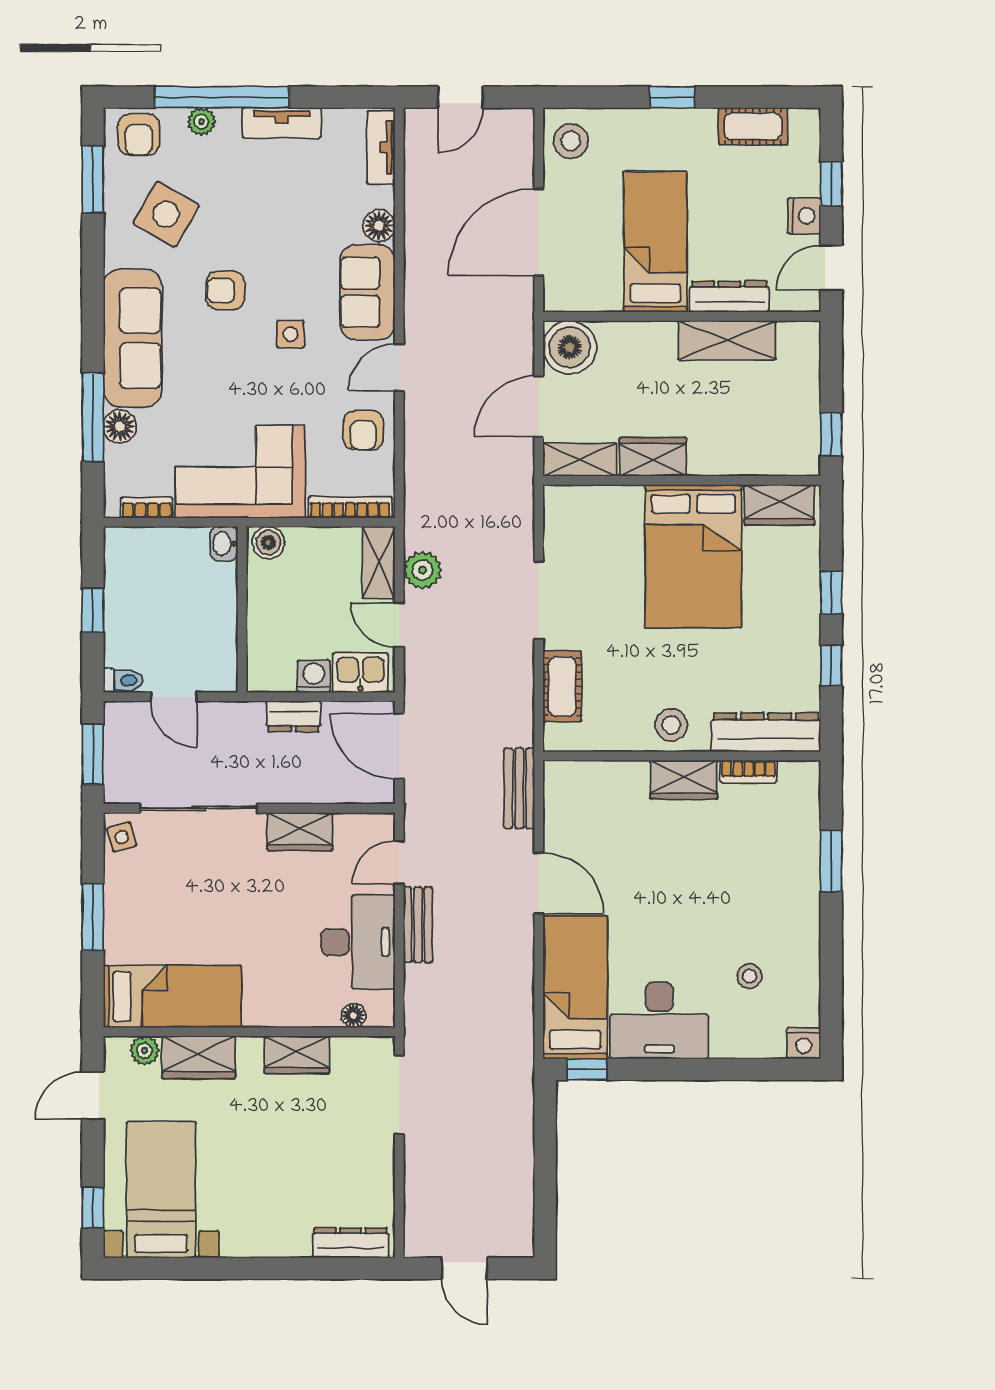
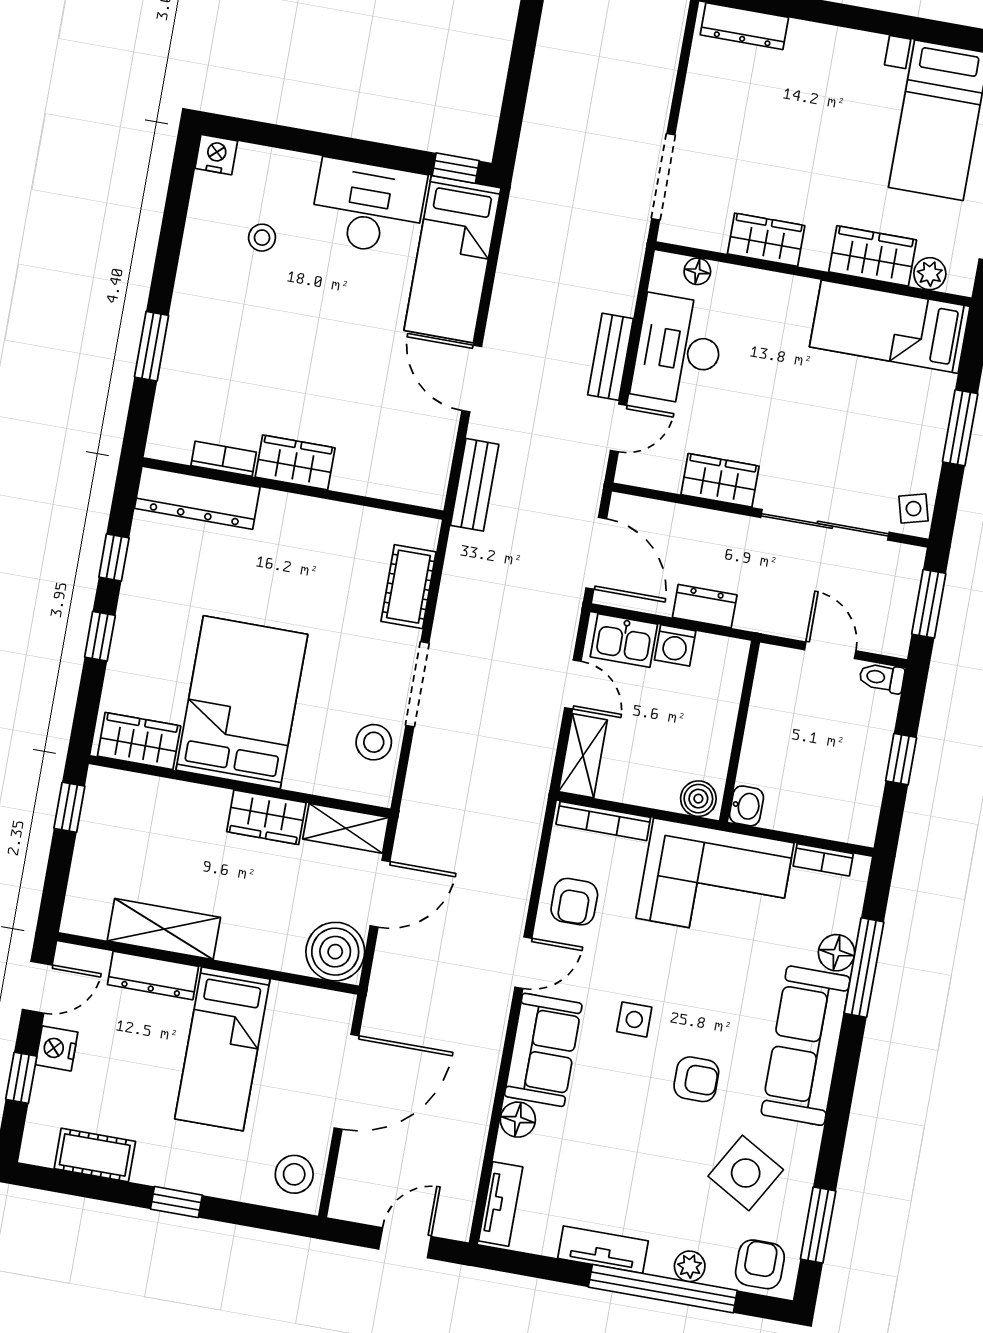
armchair: (363, 430) -> (574, 902), turned 180
plant: (423, 570) -> (537, 739), removed
stool: (671, 725) -> (374, 742), moved

